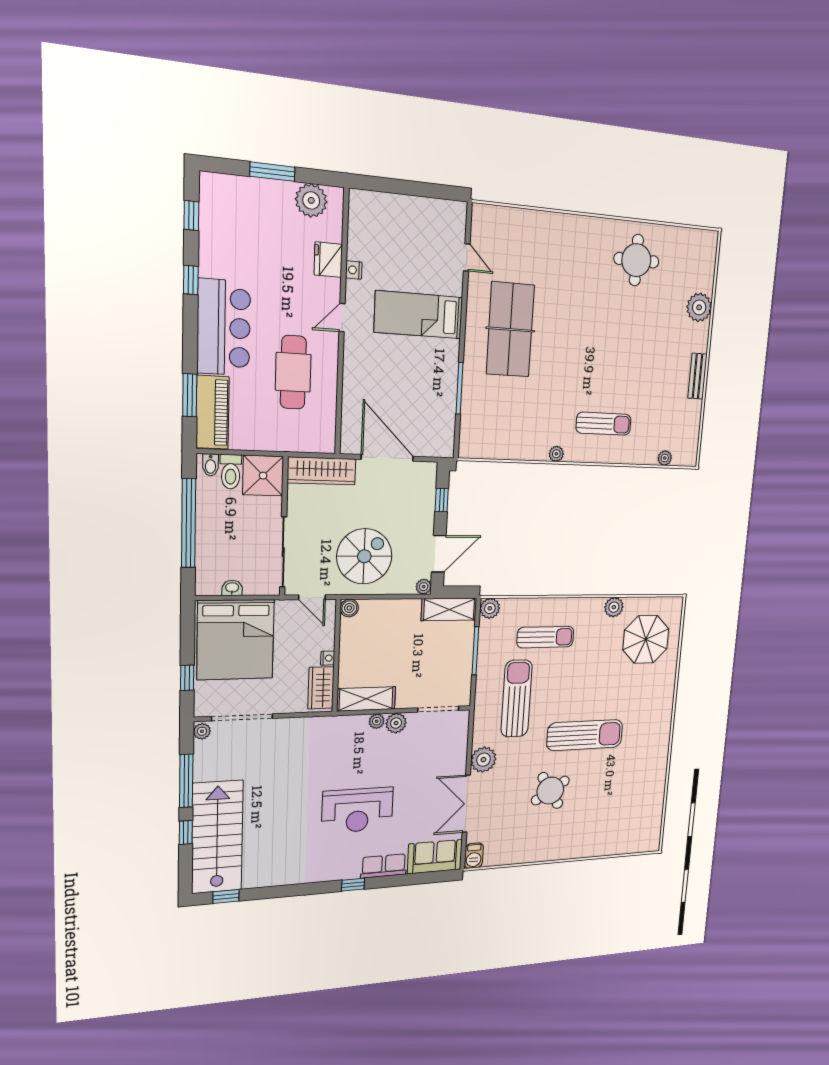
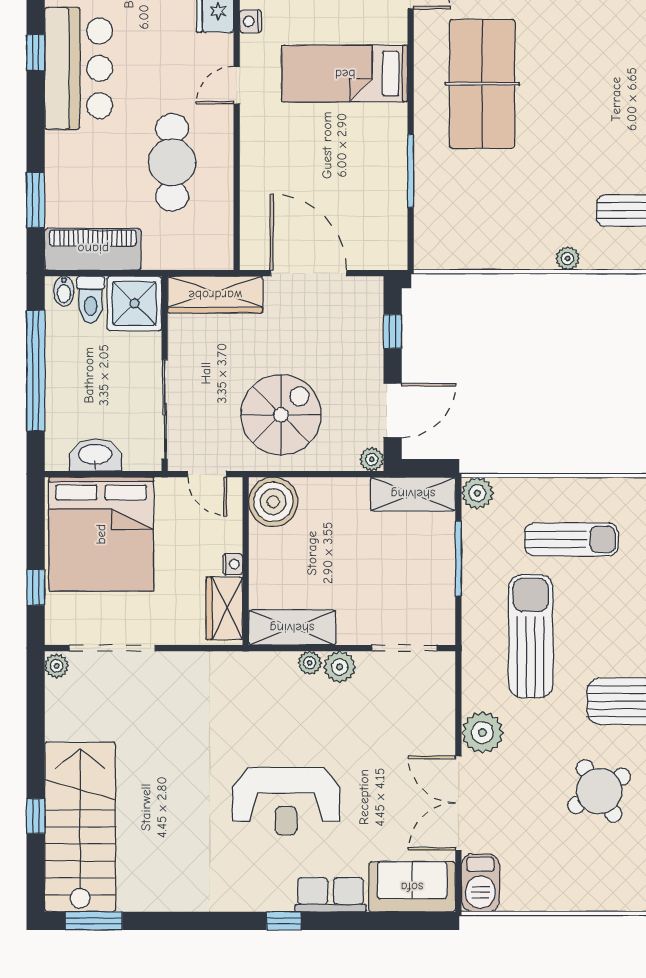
bar counter: (224, 327) -> (79, 68), moved
piano: (213, 412) -> (93, 249), moved, turned -90
washbasin: (232, 588) -> (95, 455), width x1.91, depth x1.45
boiler: (349, 608) -> (273, 502), width x1.86, depth x1.86
window: (186, 781) -> (36, 738), removed
barbecue: (474, 856) -> (480, 883), width x1.38, depth x1.27
window: (226, 896) -> (94, 921), width x1.50

